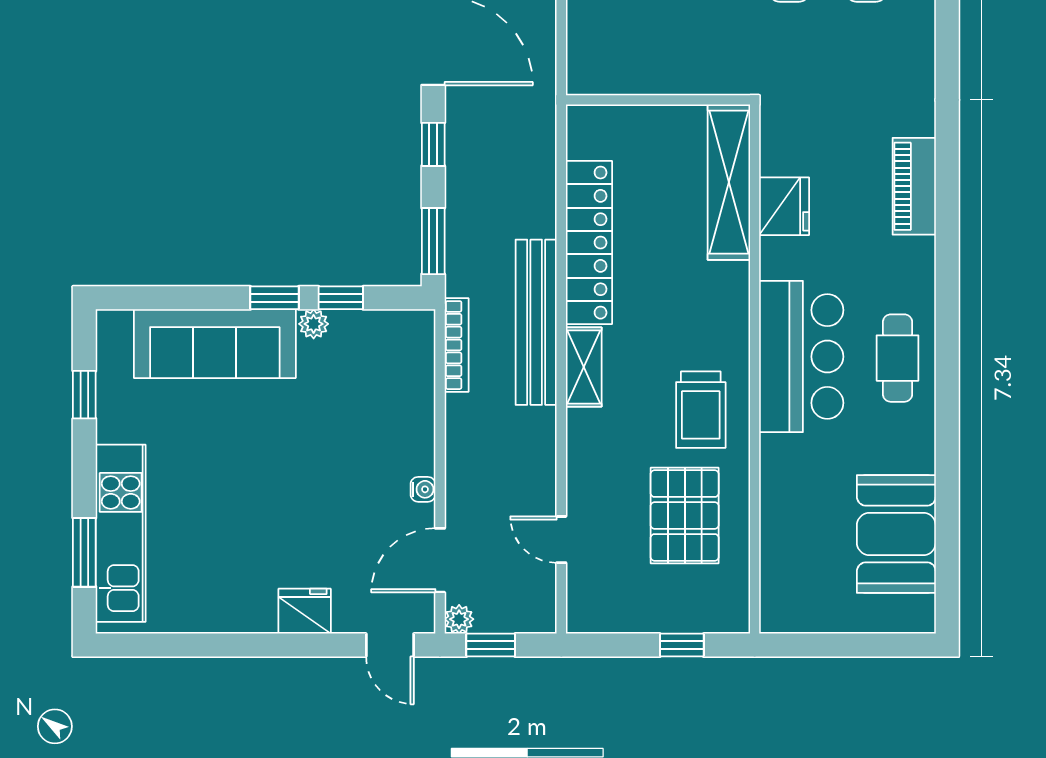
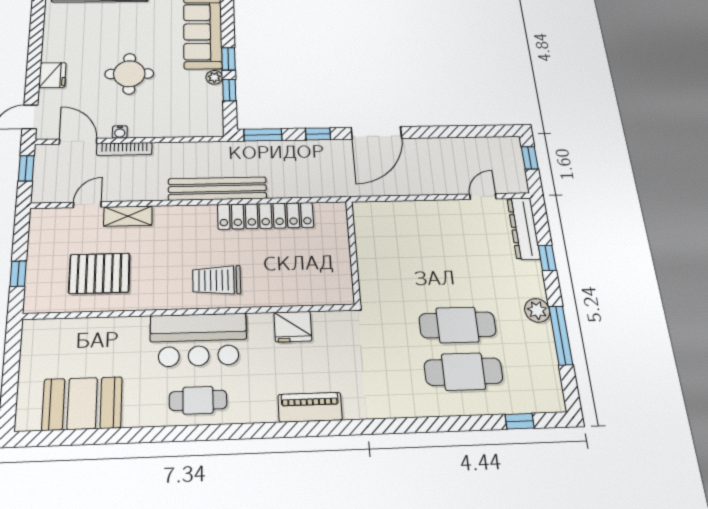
shelving: (729, 182) -> (306, 294), removed
bookcase: (457, 345) -> (124, 149), moved
shelving: (584, 367) -> (128, 216), moved
trolley: (701, 410) -> (217, 280), moved
round table: (304, 476) -> (129, 74), added
plant: (459, 619) -> (43, 152), removed

